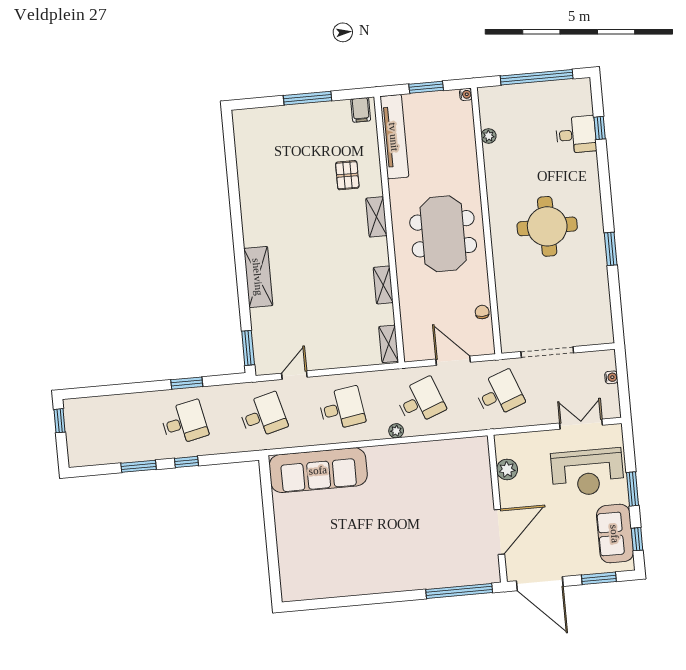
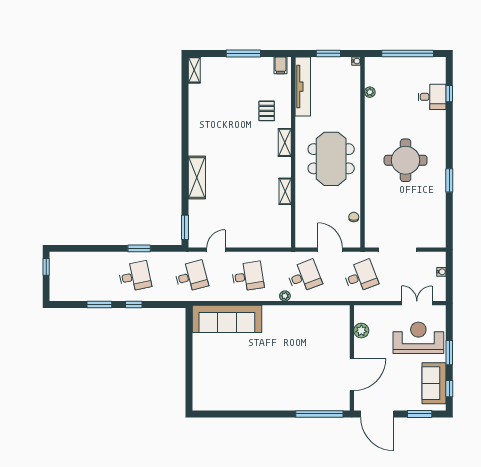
shelving: (389, 344) -> (194, 70), moved
reception desk: (588, 472) -> (418, 338), turned 180

